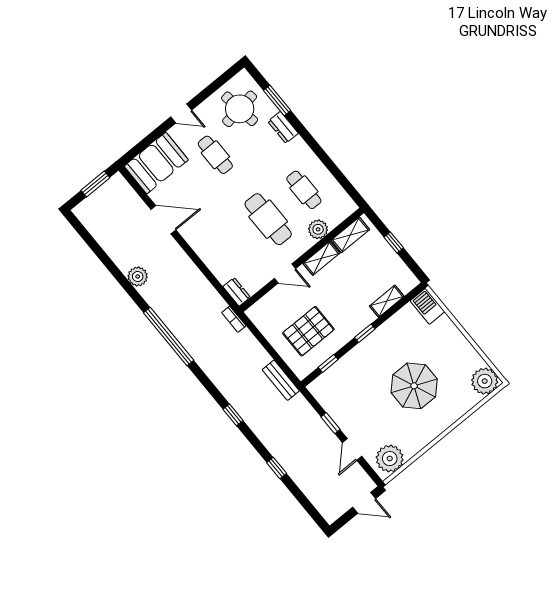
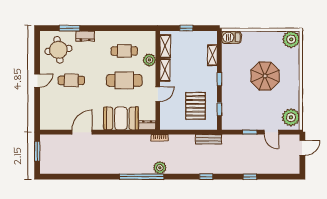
booth: (156, 163) -> (121, 118), moved, turned 90
plant: (138, 276) -> (160, 168), moved

